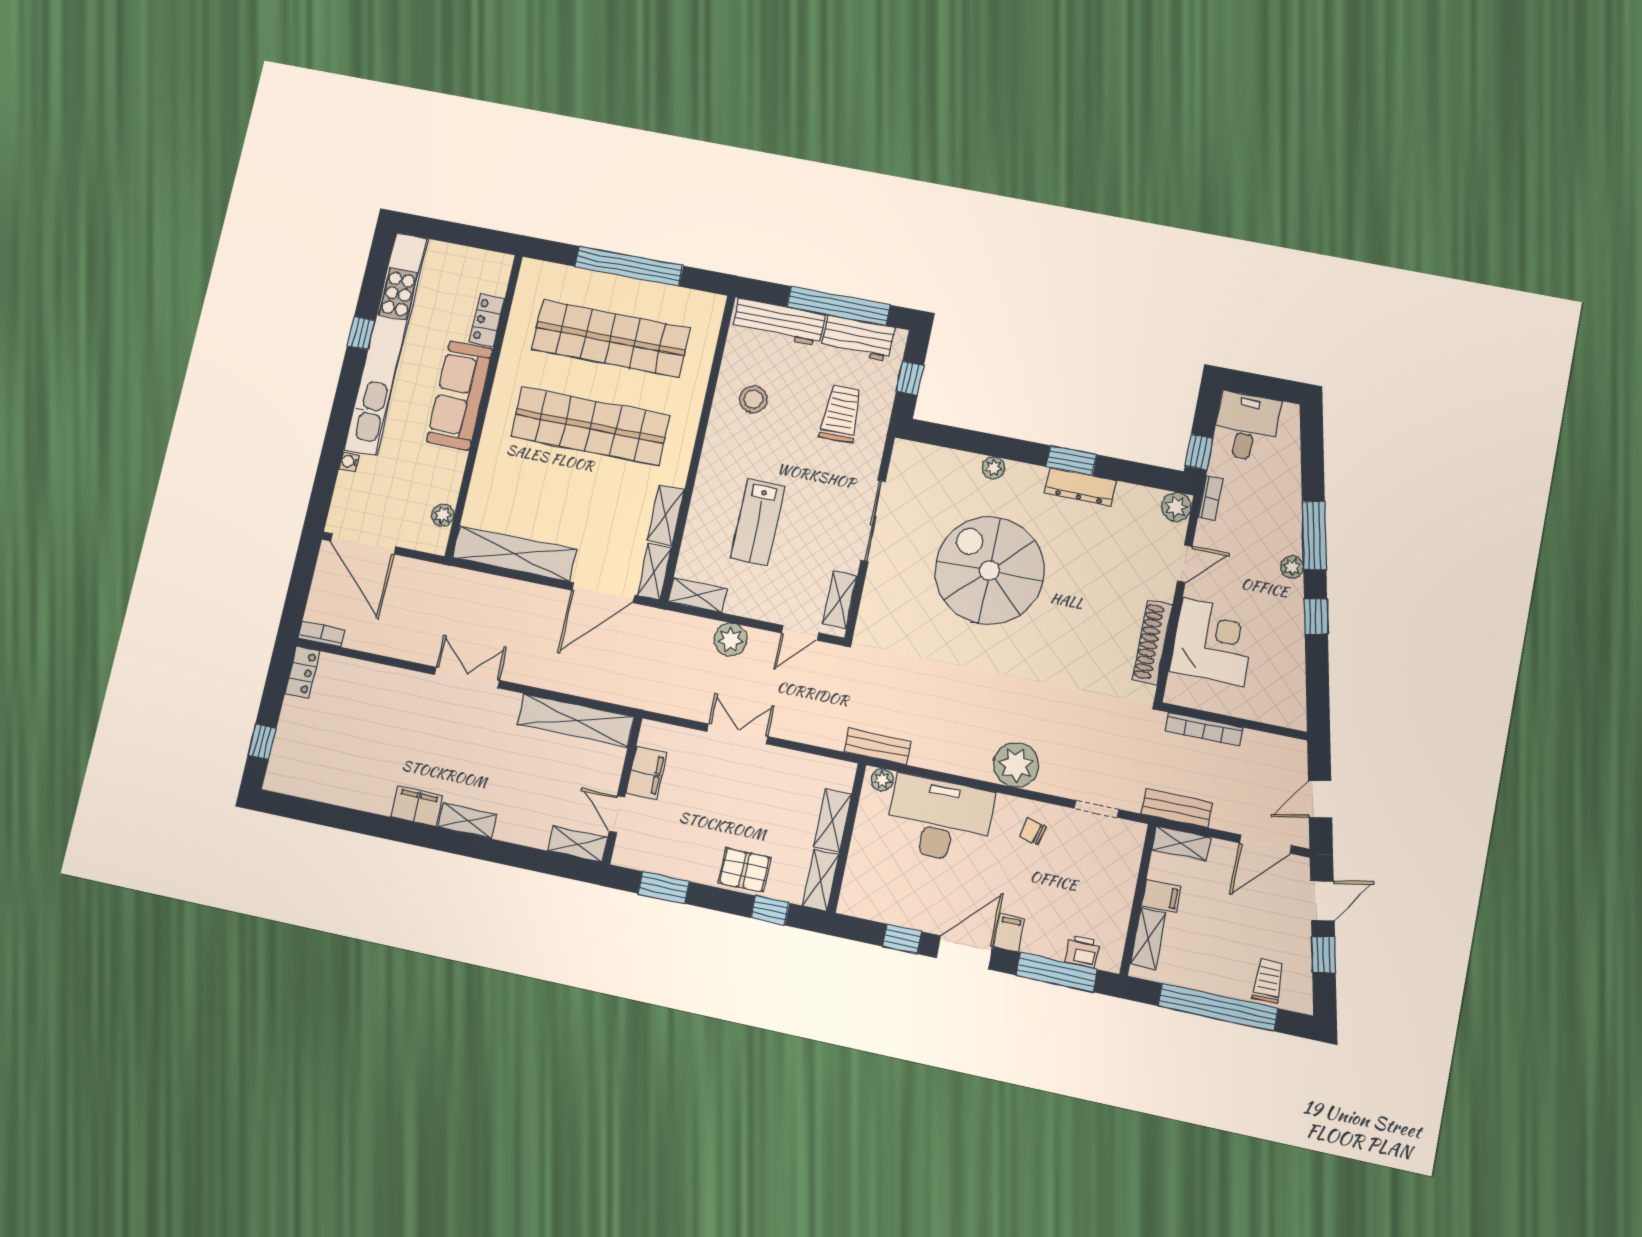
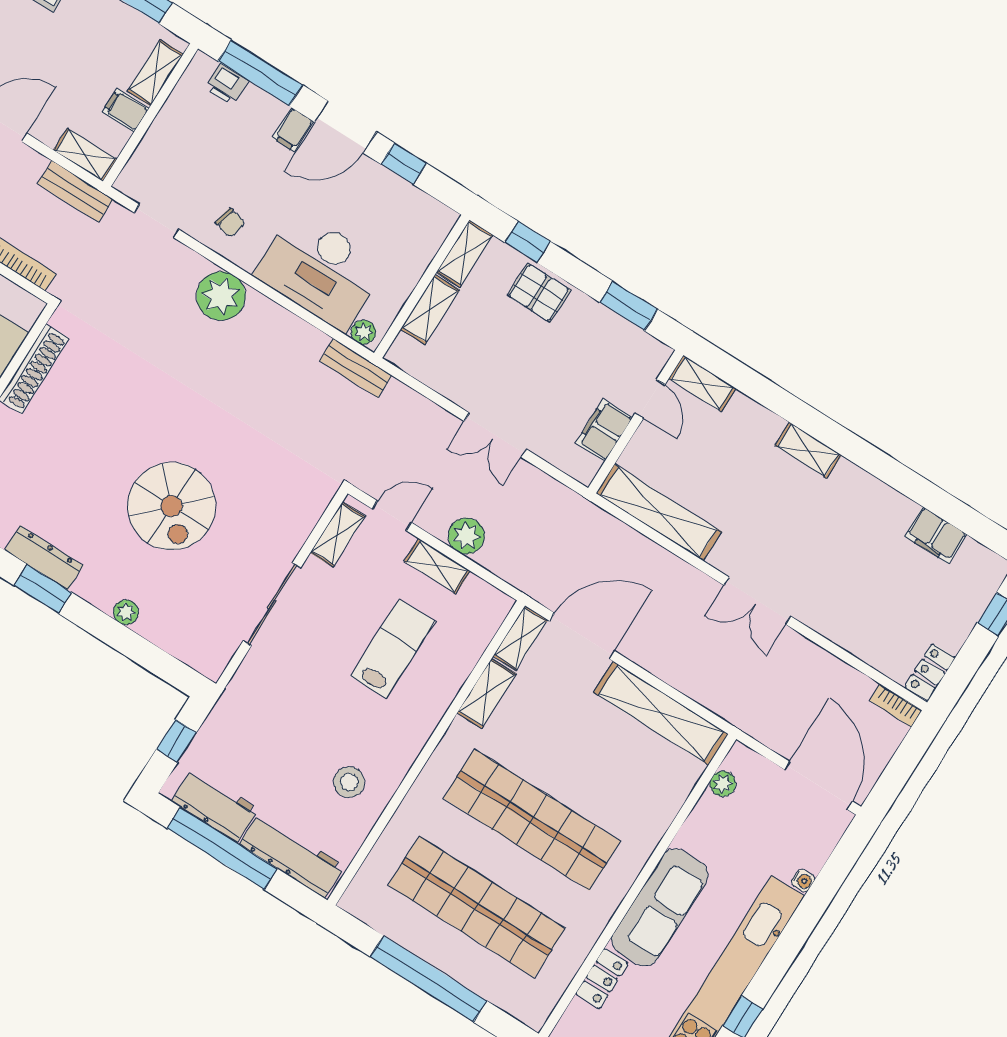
trolley: (841, 414) -> (263, 731), removed
spiral stairs: (989, 571) -> (171, 506), width x0.73, depth x0.73
shelving: (697, 595) -> (437, 566), moved
filing cabinet: (417, 806) -> (936, 535), moved

